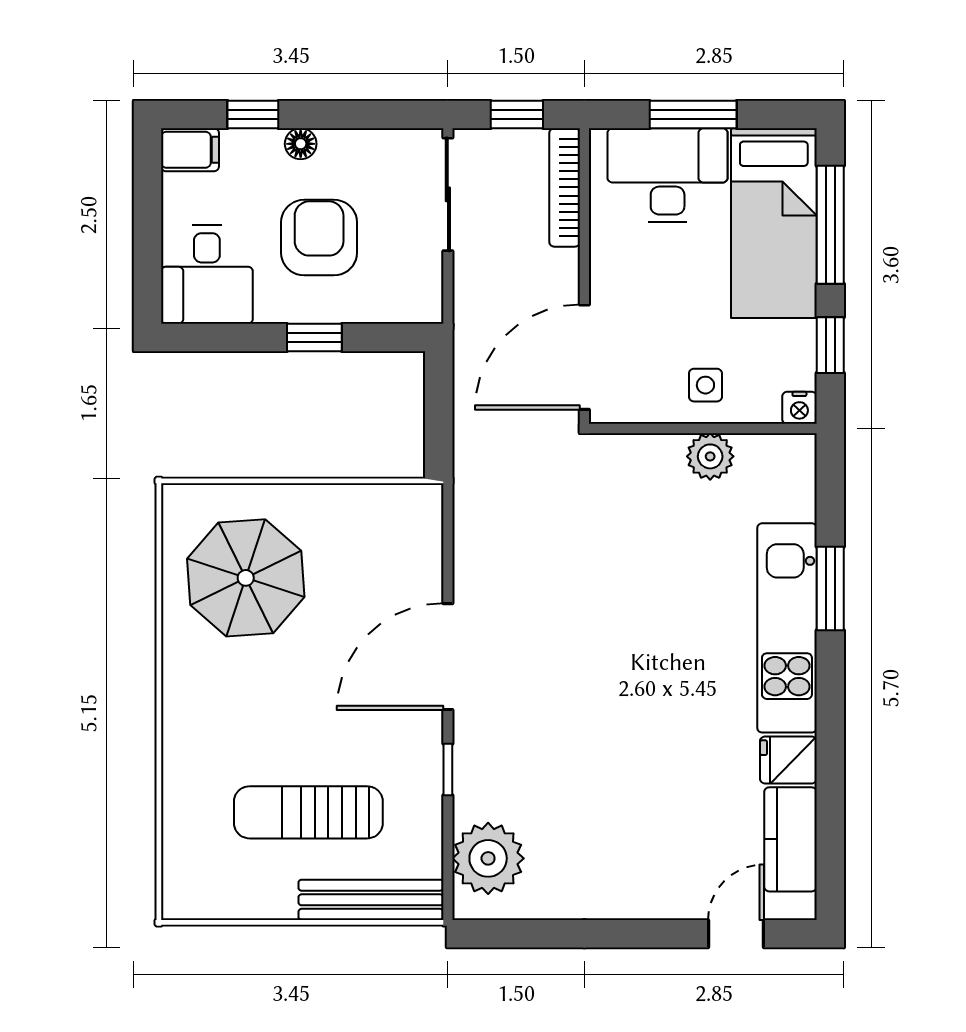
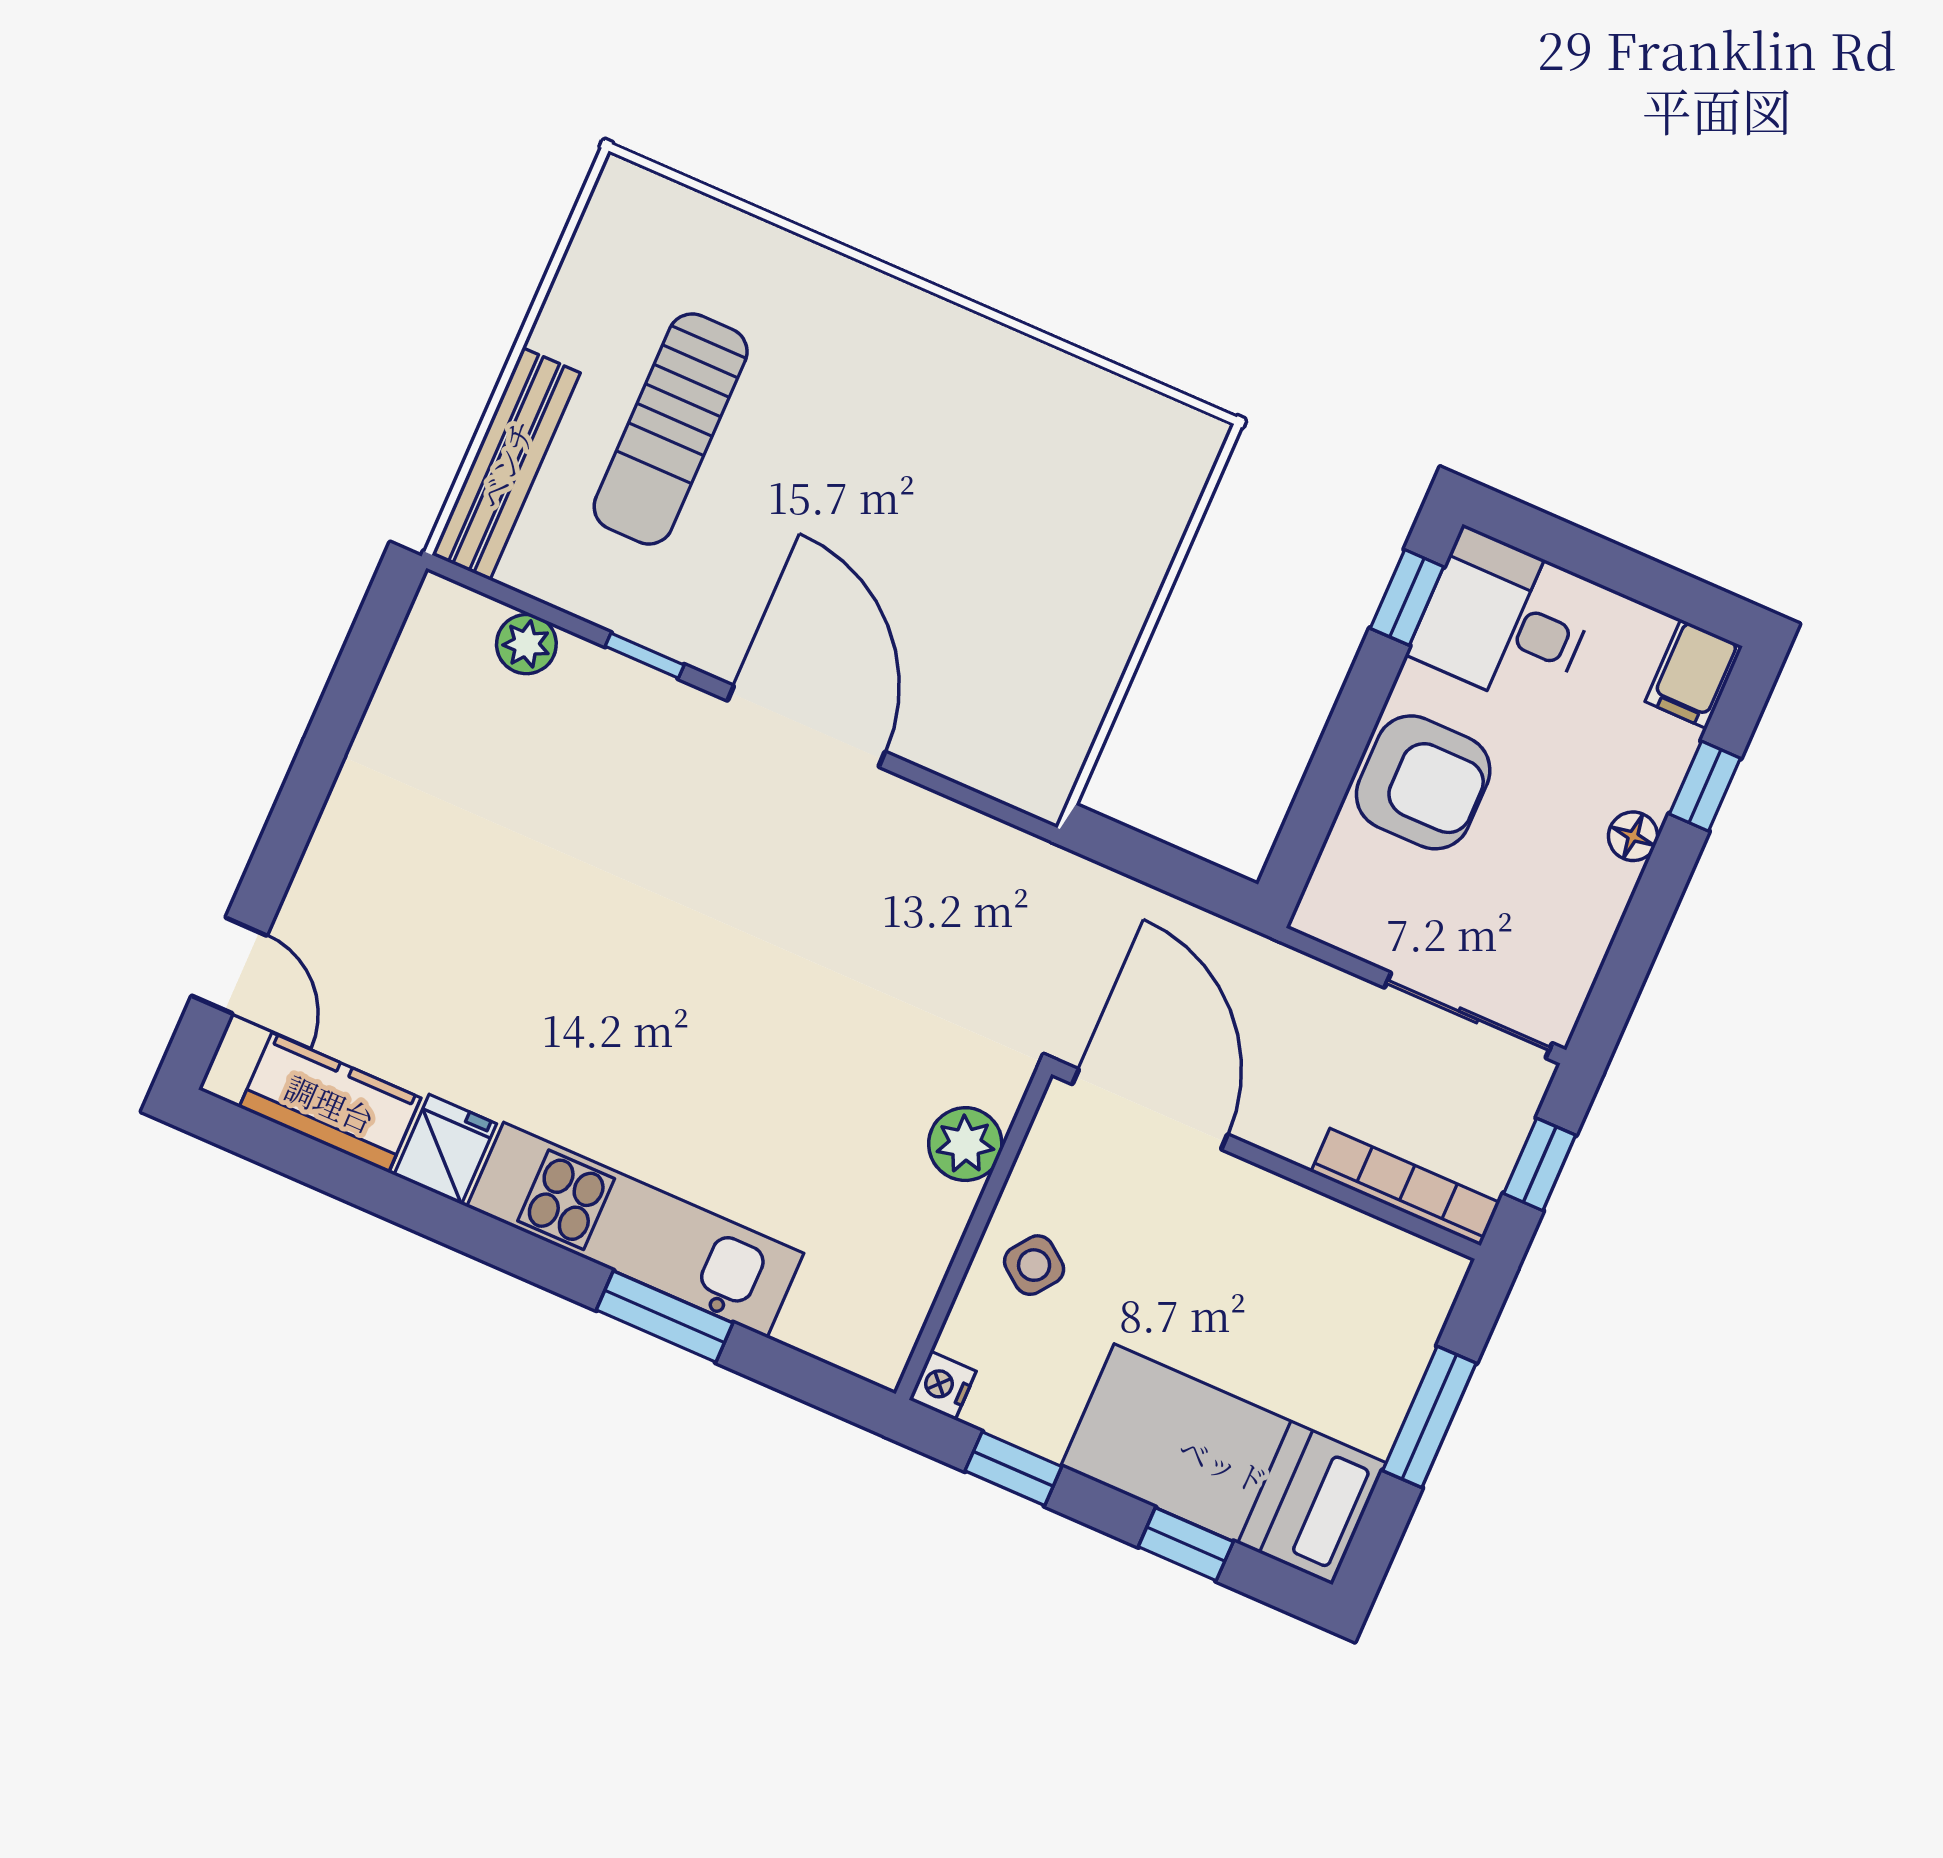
desk: (668, 175) -> (1358, 1342), removed
window: (830, 225) -> (1186, 1544), width x0.46
armchair: (319, 238) -> (1423, 782), moved
window: (314, 337) -> (1407, 598), moved
side table: (705, 385) -> (1034, 1265), turned 37
plant: (710, 456) -> (965, 1144), moved
parasol: (246, 578) -> (1046, 486), removed
sun lounger: (308, 812) -> (671, 429), turned 180
plant: (488, 858) -> (526, 644), width x0.53, depth x0.53

